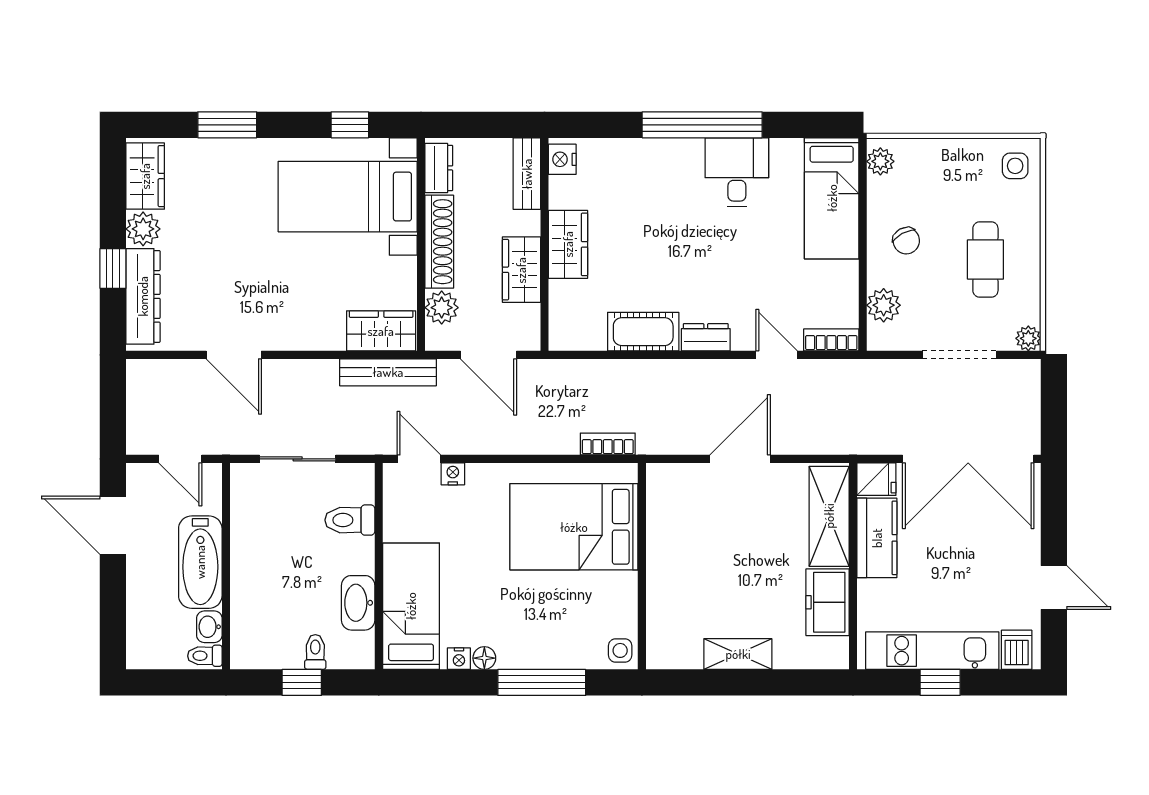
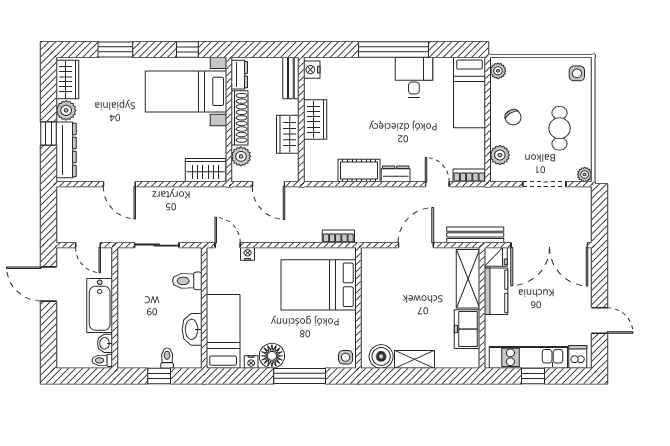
bench: (388, 372) -> (475, 235), moved
boiler: (681, 649) -> (381, 356), added
floor lamp: (484, 658) -> (272, 356), width x1.89, depth x1.89

